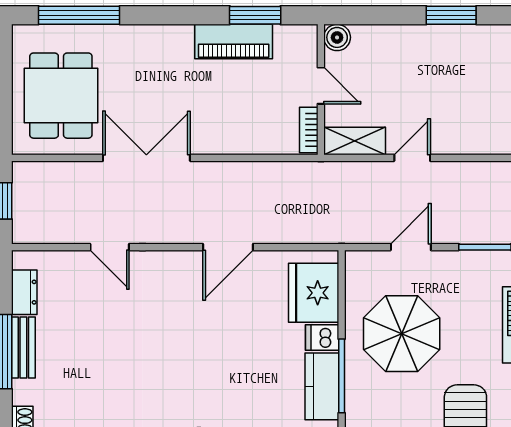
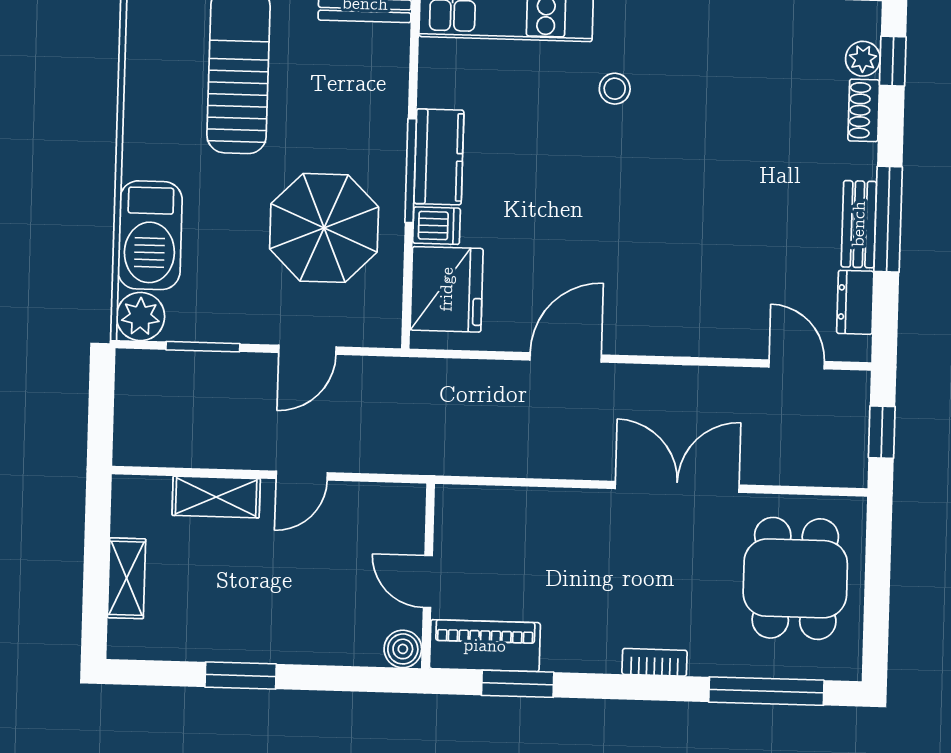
piano: (234, 41) -> (485, 646), moved
bookcase: (309, 130) -> (655, 662), moved, turned -90
shelving: (355, 141) -> (216, 497), moved
double door: (146, 158) -> (677, 487), swing flipped
door: (110, 247) -> (797, 364), moved

